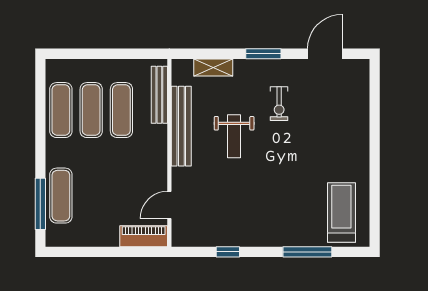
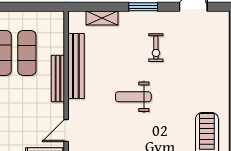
bench: (159, 95) -> (58, 78), moved
weight bench: (234, 136) -> (133, 97), moved, turned 90

